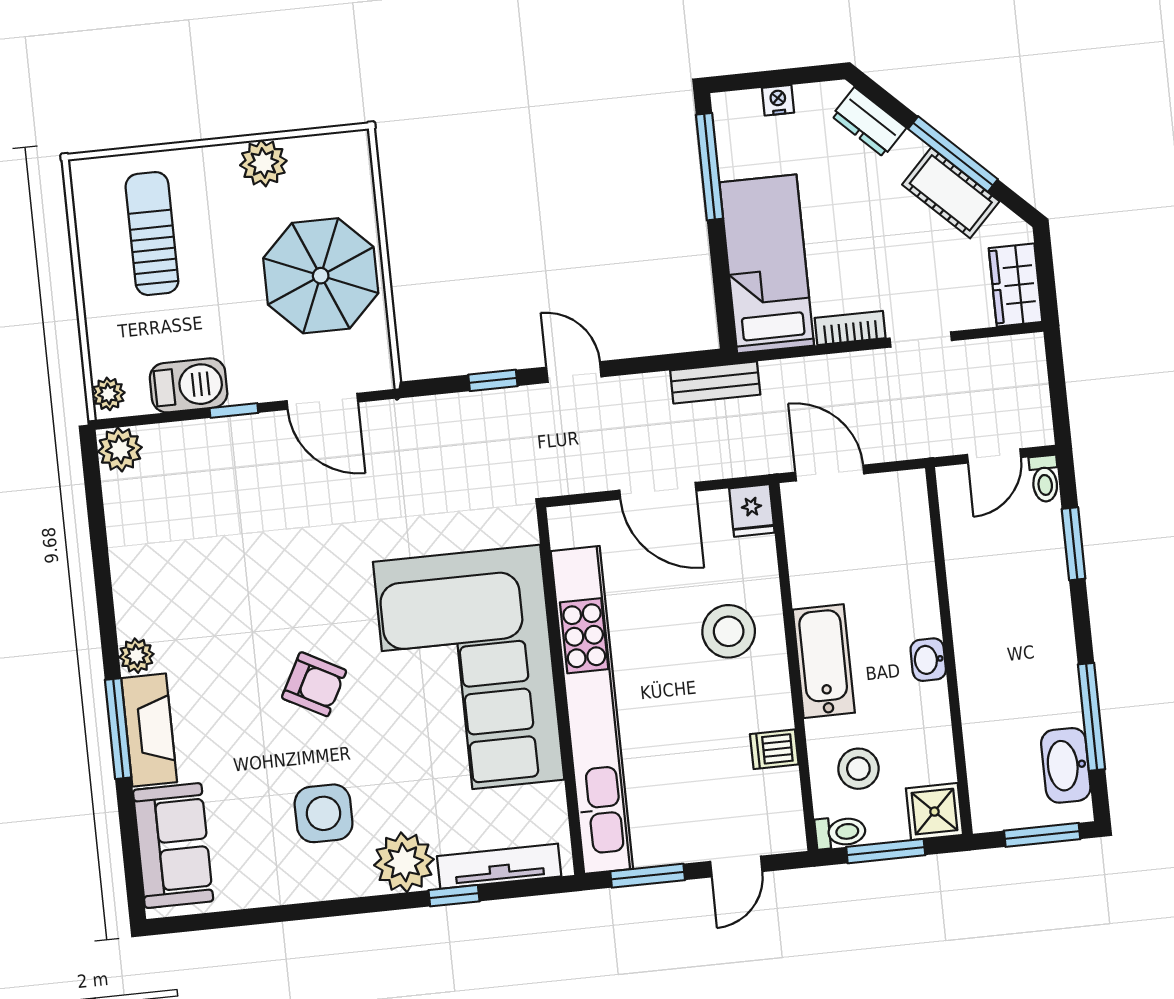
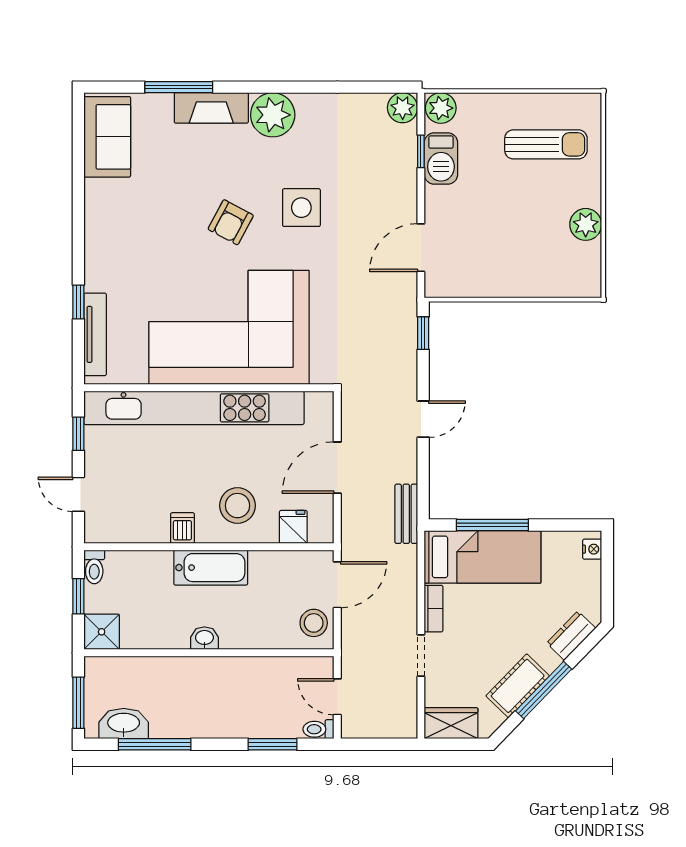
nightstand: (778, 100) -> (592, 549), moved
window: (710, 167) -> (492, 525), moved
parasol: (321, 276) -> (506, 255), removed
window: (493, 380) -> (423, 333), moved
plant: (108, 394) -> (441, 108), width x1.38, depth x1.38
window: (234, 410) -> (421, 151), moved
fridge: (752, 510) -> (293, 527), moved, turned 90
plant: (136, 656) -> (273, 115), width x1.88, depth x1.88
window: (118, 729) -> (179, 87), moved
dishwasher: (774, 749) -> (182, 528), moved
stool: (858, 769) -> (314, 623), moved
side table: (324, 813) -> (301, 208), moved
sofa: (173, 846) -> (107, 137), moved, turned -90
window: (886, 851) -> (78, 596), width x0.67
plant: (404, 862) -> (104, 270), removed
window: (648, 876) -> (78, 434), width x0.67

